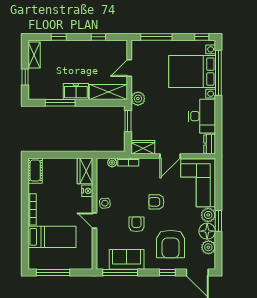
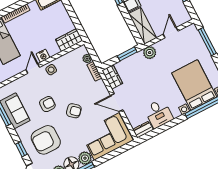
door: (129, 68) -> (171, 33), hinge flipped
desk: (202, 116) -> (159, 114), width x0.73
nightstand: (87, 191) -> (43, 56), moved
armchair: (156, 202) -> (74, 111), turned 132

